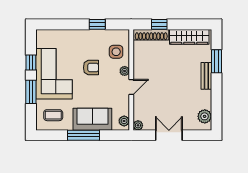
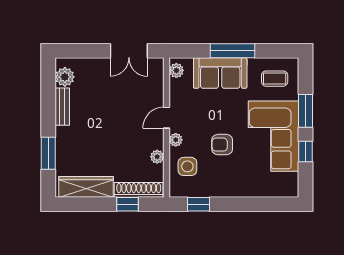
window: (97, 24) -> (198, 204), moved
bench: (206, 76) -> (62, 107), moved
plant: (138, 125) -> (157, 157), moved
double door: (169, 135) -> (129, 51), moved

